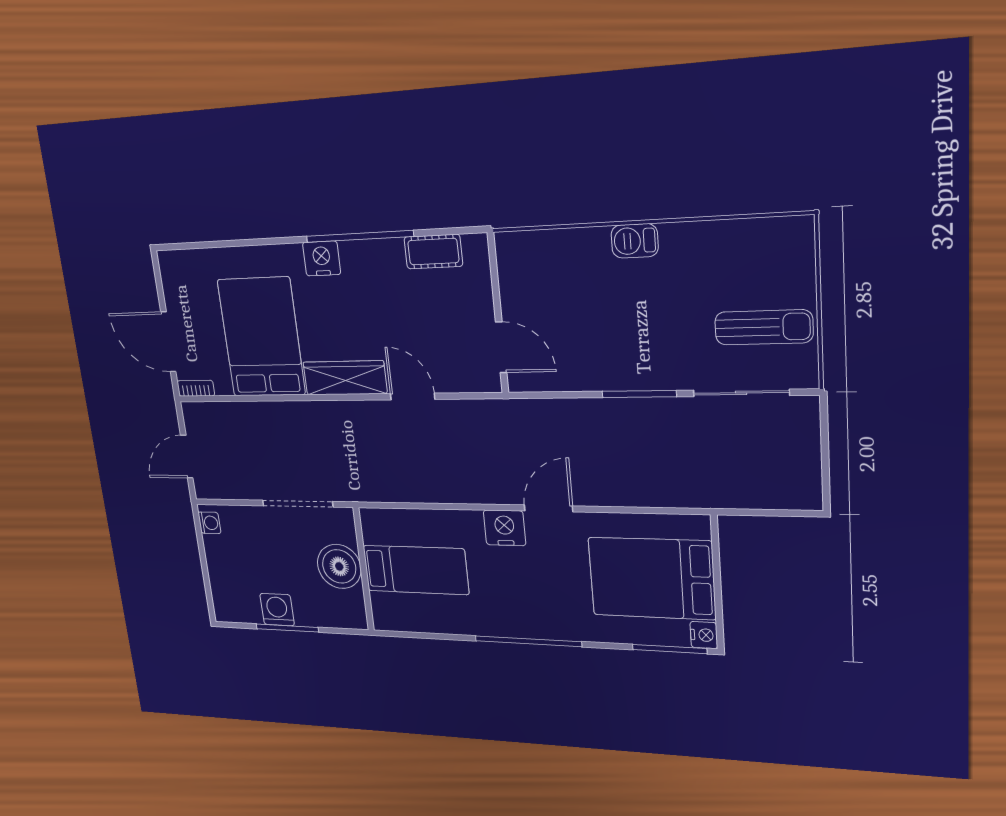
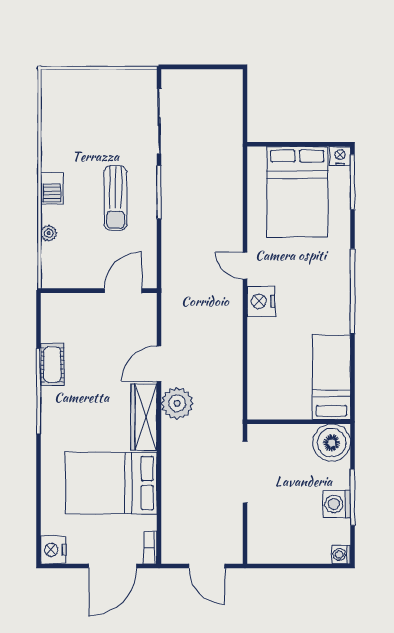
plant: (570, 239) -> (49, 233), added
cot: (433, 252) -> (52, 365), moved
nightstand: (322, 258) -> (53, 550), moved
sun lounger: (764, 327) -> (116, 198), moved, turned 180
plant: (367, 420) -> (177, 403), added
door: (548, 508) -> (245, 266), width x0.73
washing machine: (209, 523) -> (341, 555), moved, turned -90
boiler: (339, 566) -> (332, 443), moved
bed: (416, 570) -> (331, 377), moved

